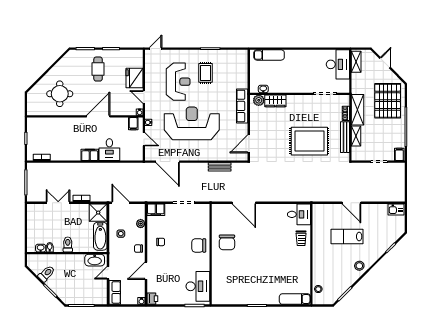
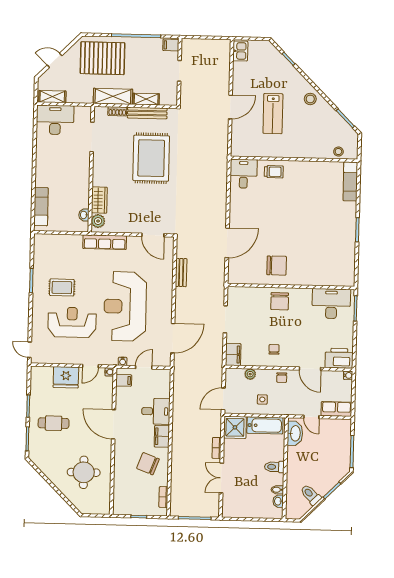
chair: (68, 144) -> (148, 464), added
printer: (152, 299) -> (339, 358), width x1.87, depth x1.48

